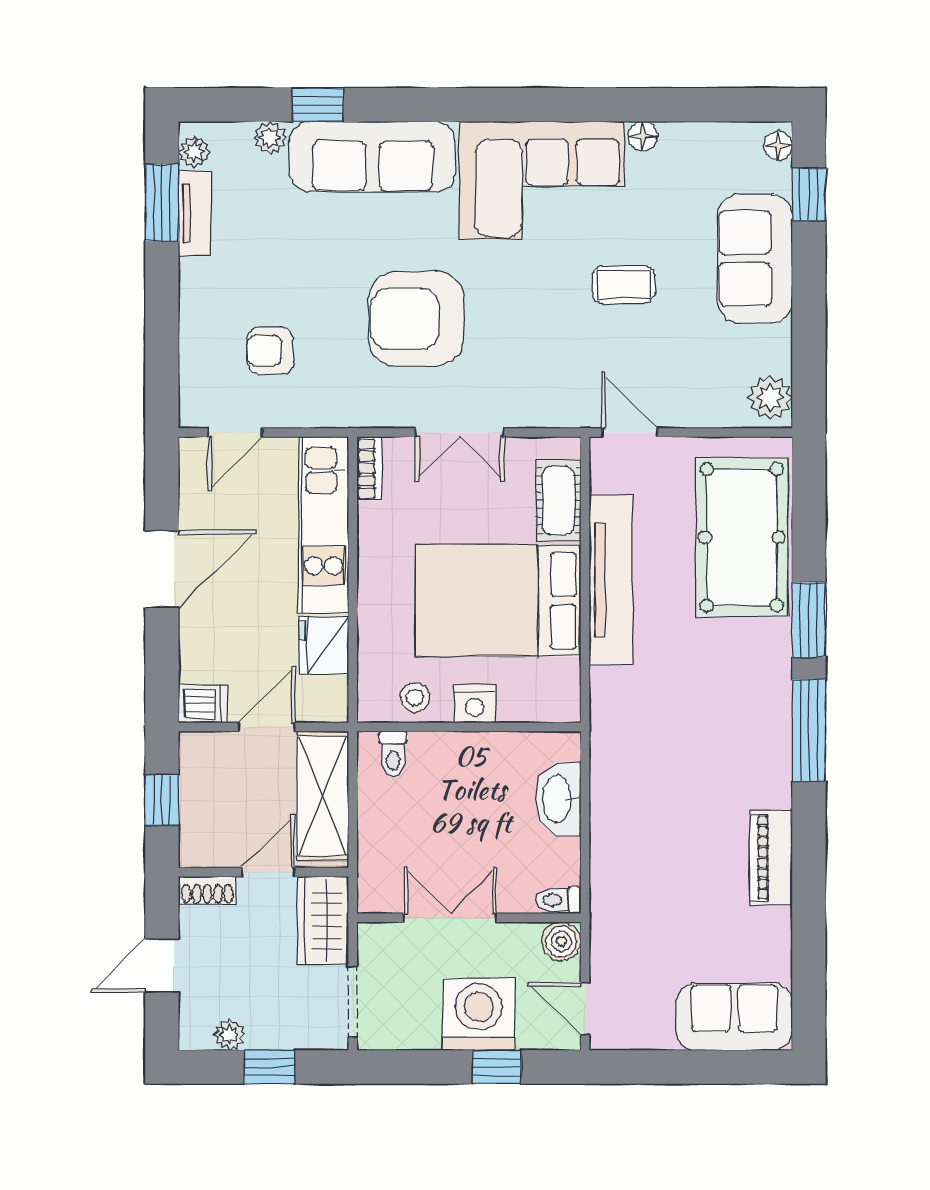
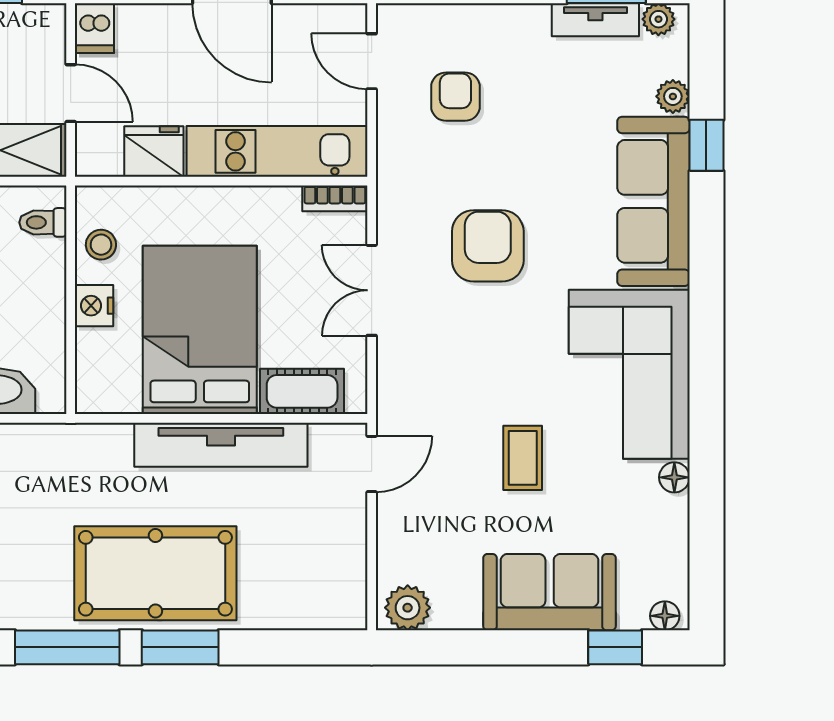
armchair: (416, 319) -> (488, 246), width x0.73, depth x0.73
pool table: (742, 537) -> (155, 573), moved

